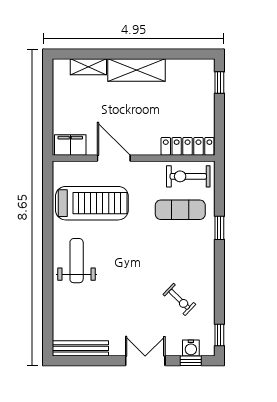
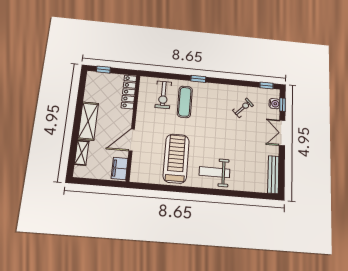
filing cabinet: (70, 145) -> (120, 168), moved
locker: (188, 146) -> (129, 92), moved
door: (114, 158) -> (132, 140), moved
wall: (134, 158) -> (133, 127), moved

